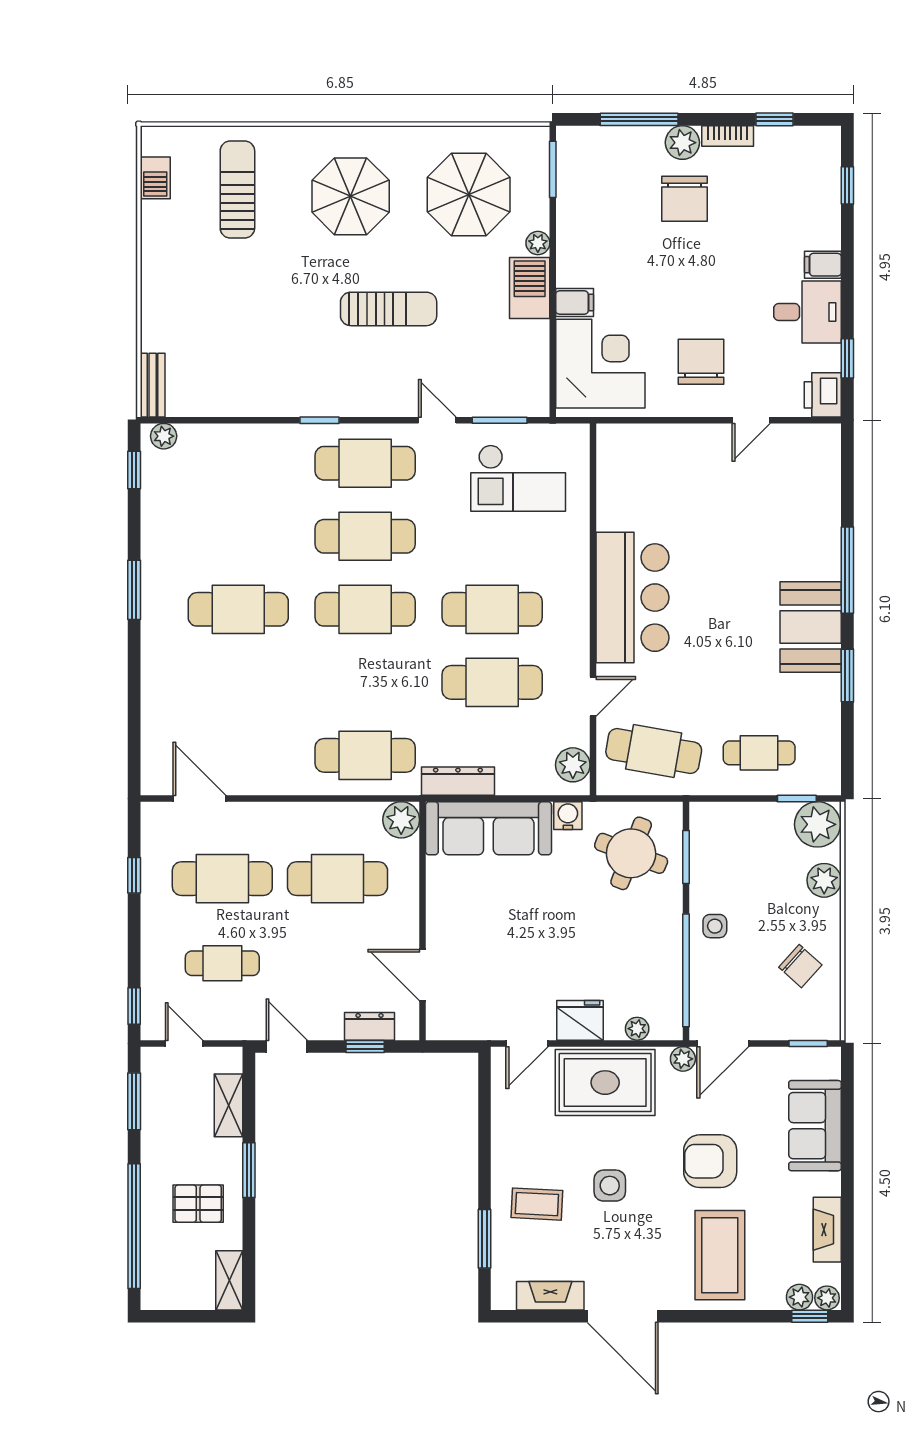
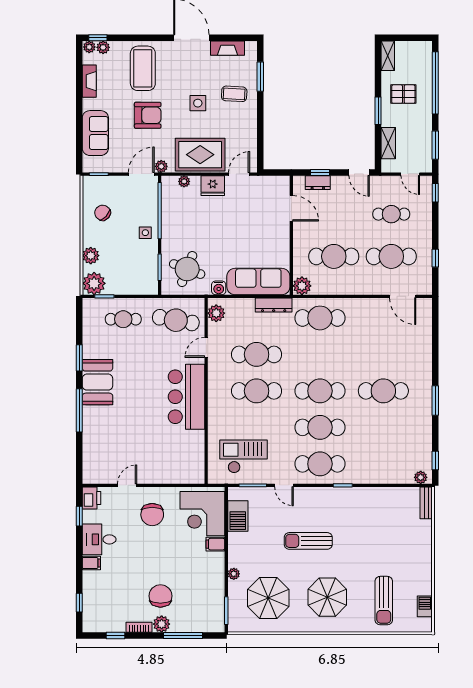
barbecue: (530, 288) -> (238, 516), moved

